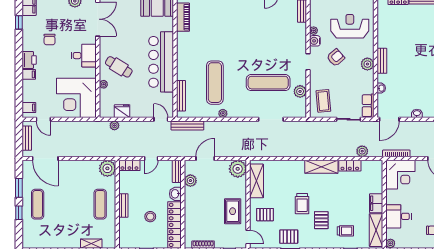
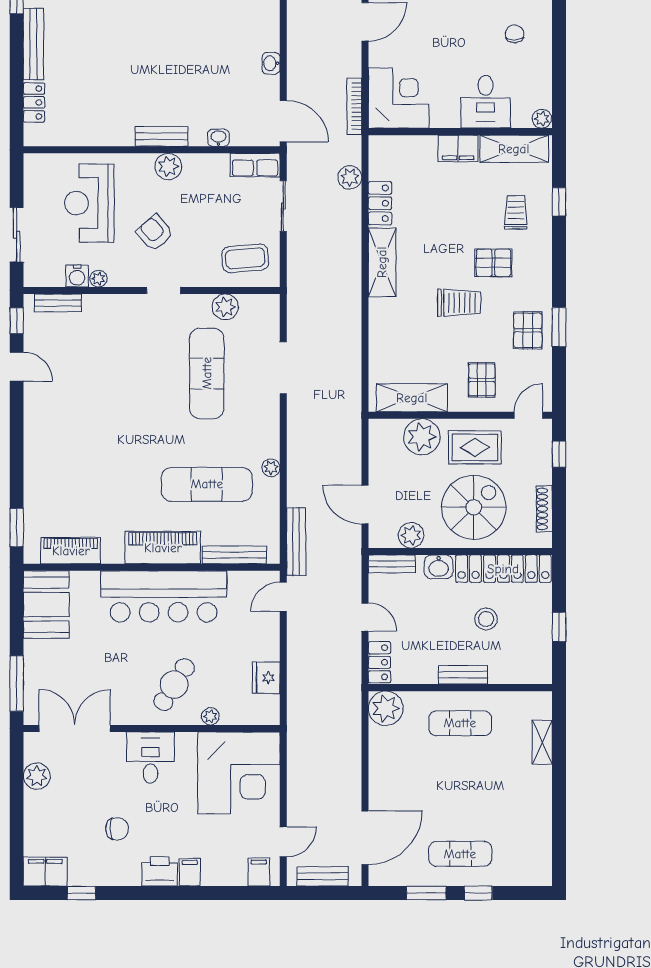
water cooler: (315, 41) -> (77, 276), moved
piano: (185, 61) -> (163, 548), added
plant: (114, 126) -> (296, 694), removed
plant: (238, 169) -> (422, 437), moved
spiral stairs: (204, 211) -> (474, 507), added

